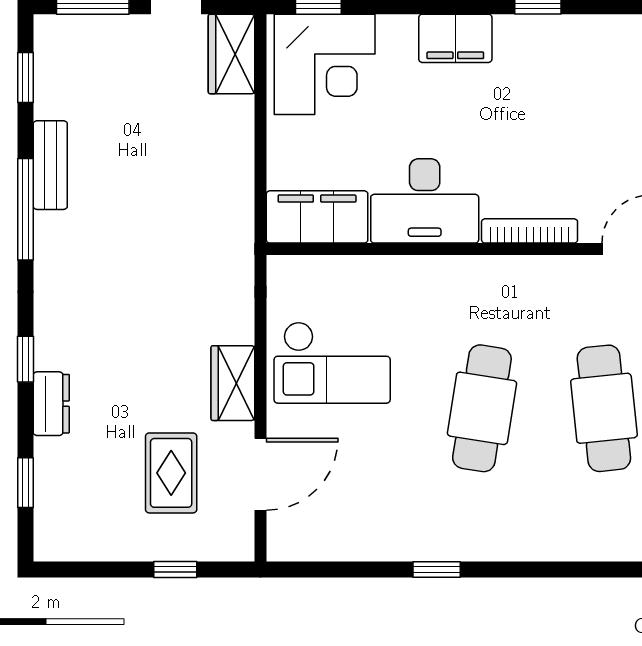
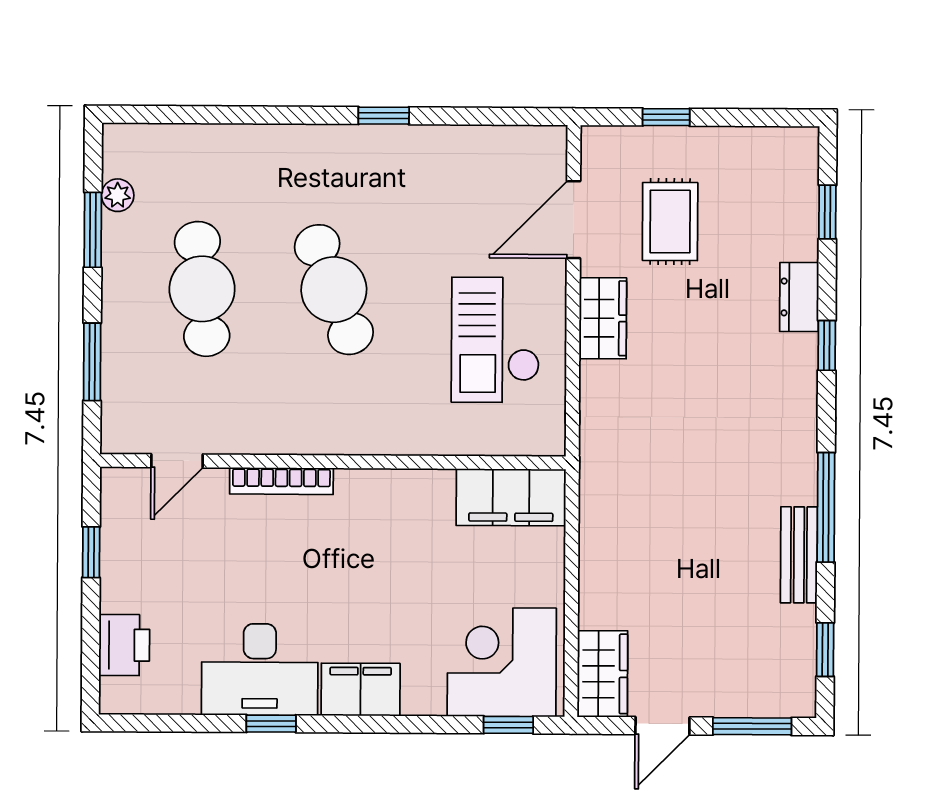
desk: (425, 201) -> (260, 670), moved, turned 180
checkout: (332, 363) -> (495, 340), turned -90
cafe table: (482, 408) -> (334, 290), turned -30

